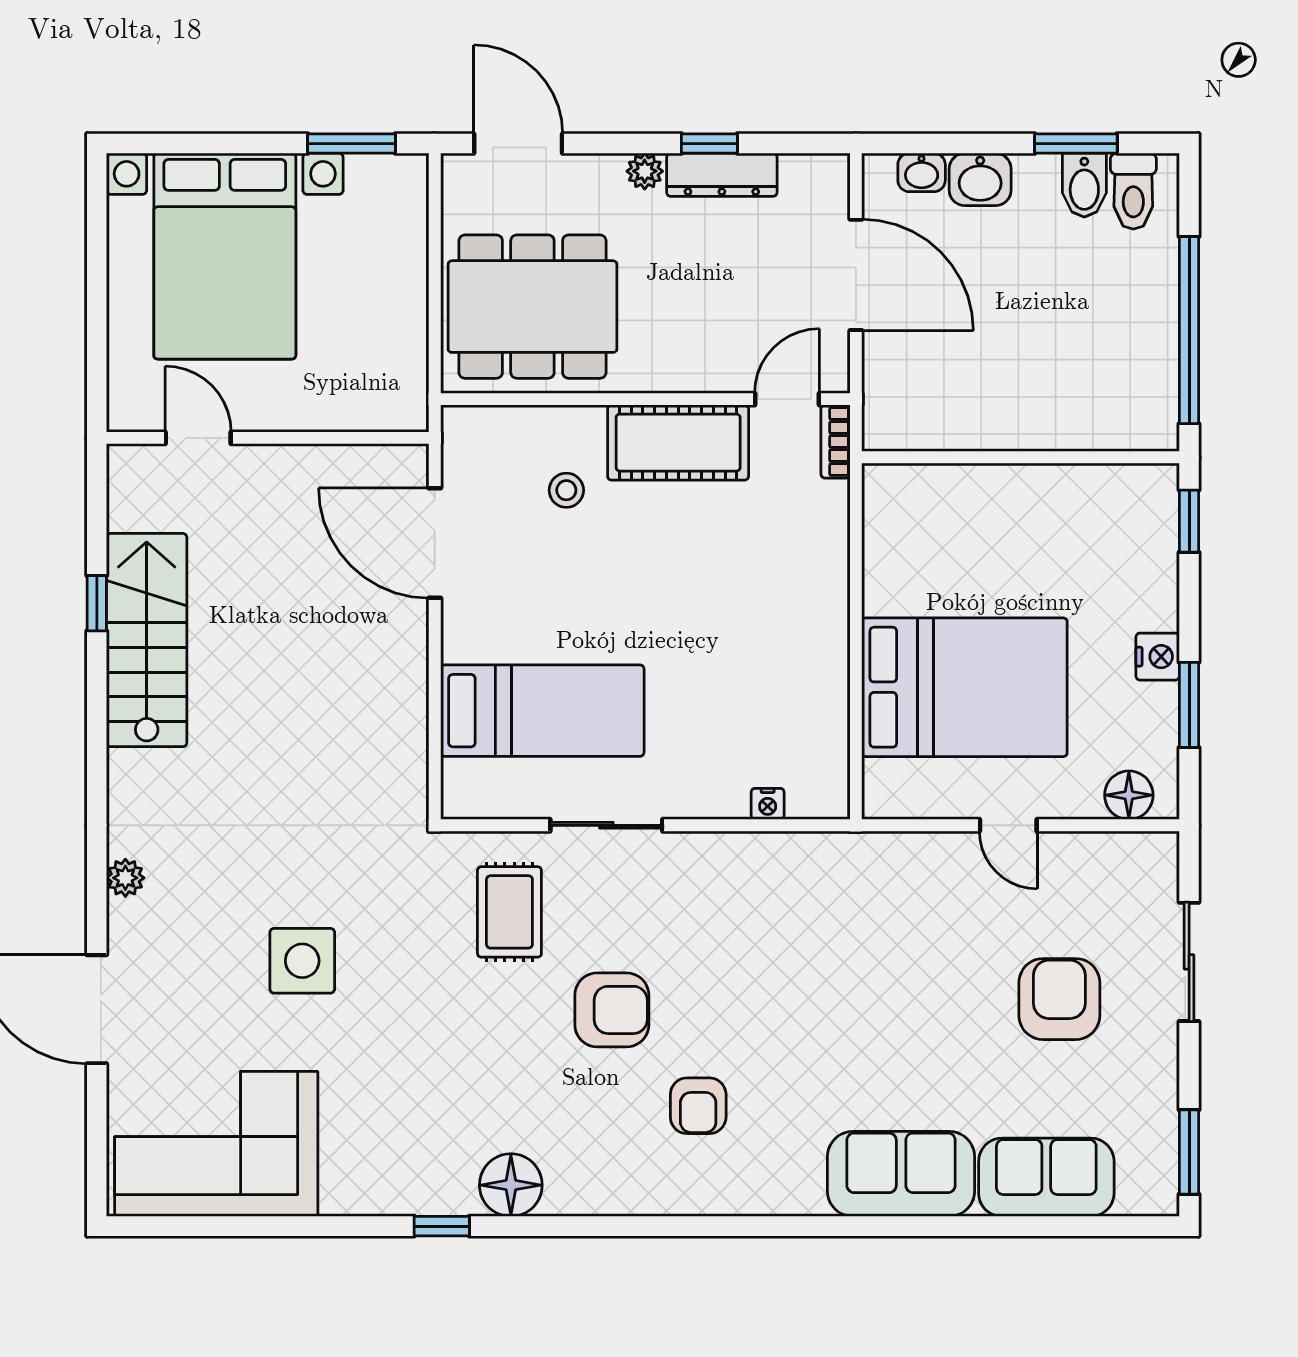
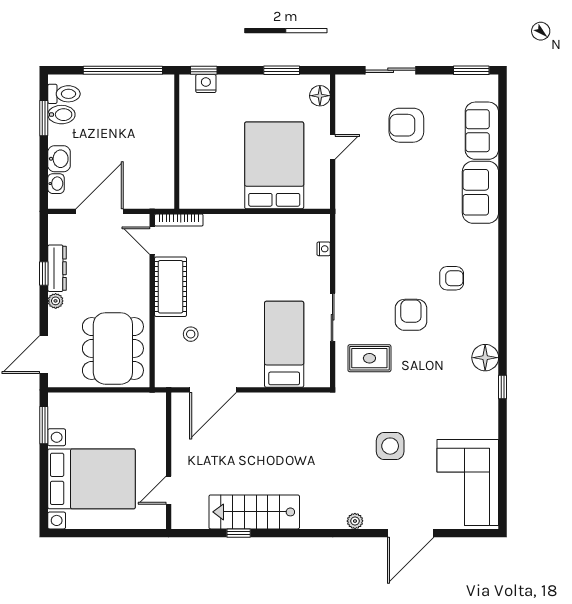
bookcase: (836, 442) -> (179, 220), width x1.56
nightstand: (1158, 657) -> (206, 84), moved

